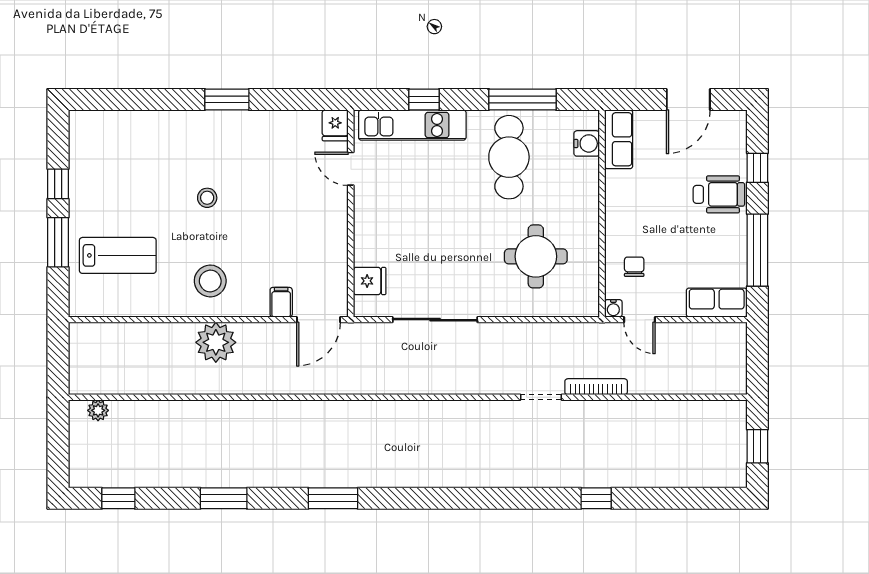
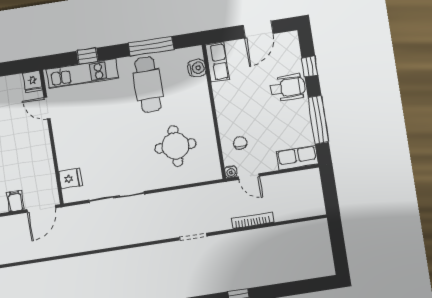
bookcase: (596, 387) -> (252, 220), moved
window: (757, 446) -> (338, 247), removed

